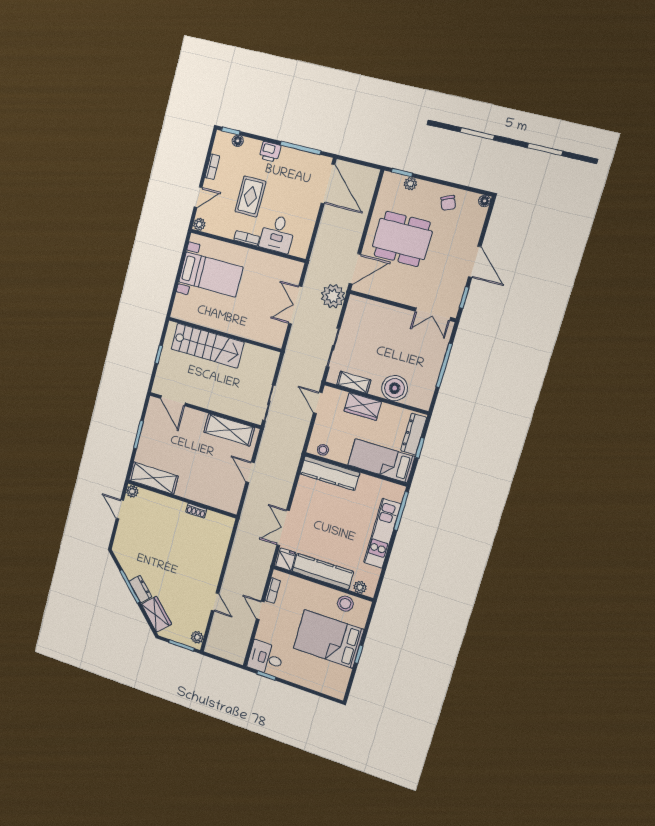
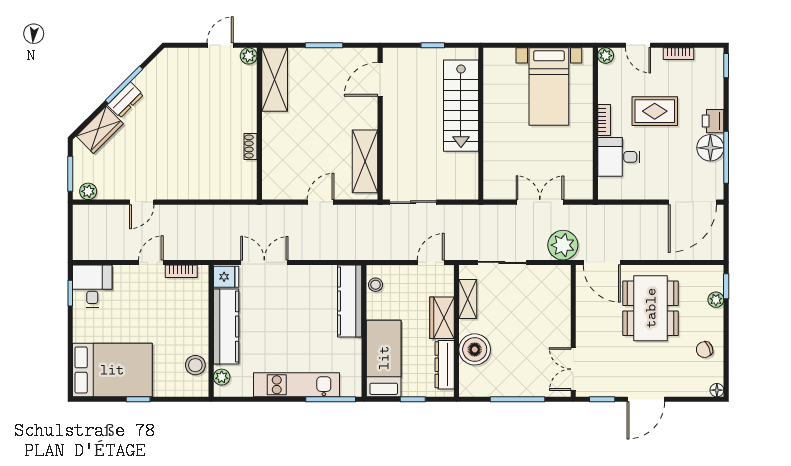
floor lamp: (238, 141) -> (710, 148), moved, width x1.89, depth x1.89
dresser: (414, 434) -> (445, 365), moved, turned -90
bed: (328, 639) -> (112, 370), moved, turned 90

